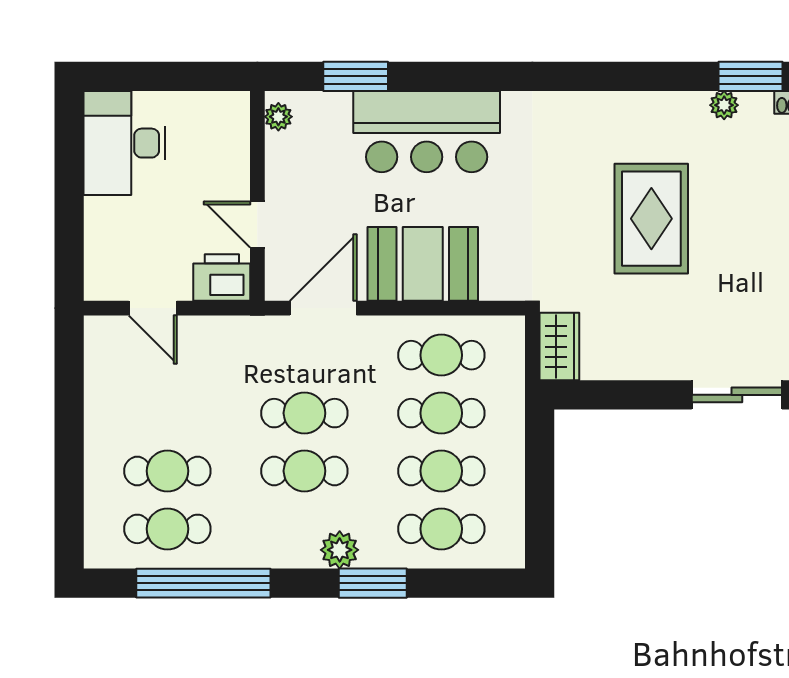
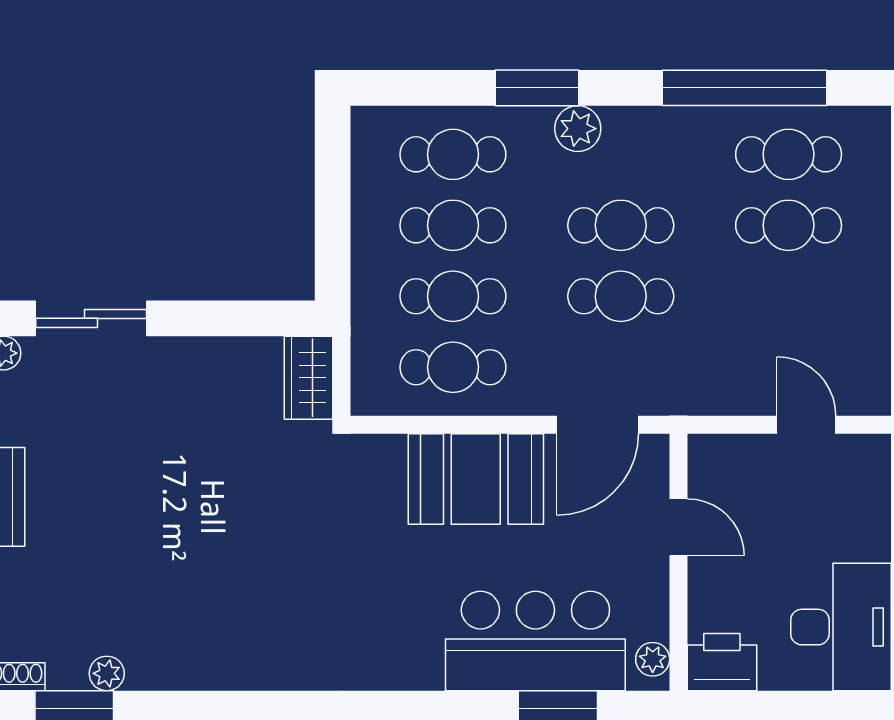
bar counter: (427, 132) -> (535, 641), moved
rug: (651, 219) -> (196, 534), removed
printer: (222, 277) -> (722, 662), moved, turned 180

